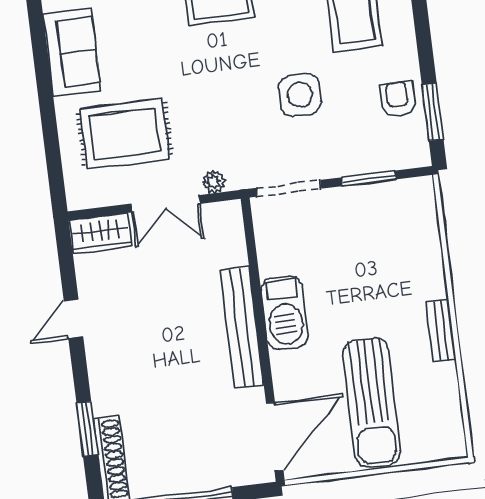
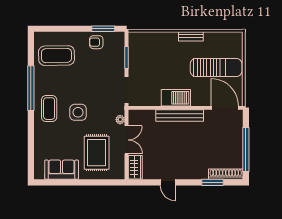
side table: (300, 95) -> (78, 112), moved

